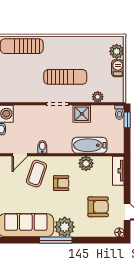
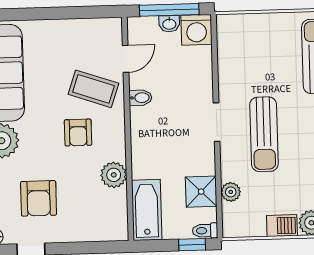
shower: (82, 114) -> (201, 192), moved
bathtub: (90, 145) -> (147, 210), moved
door: (20, 155) -> (126, 59), swing flipped
tv unit: (118, 171) -> (103, 232), removed

